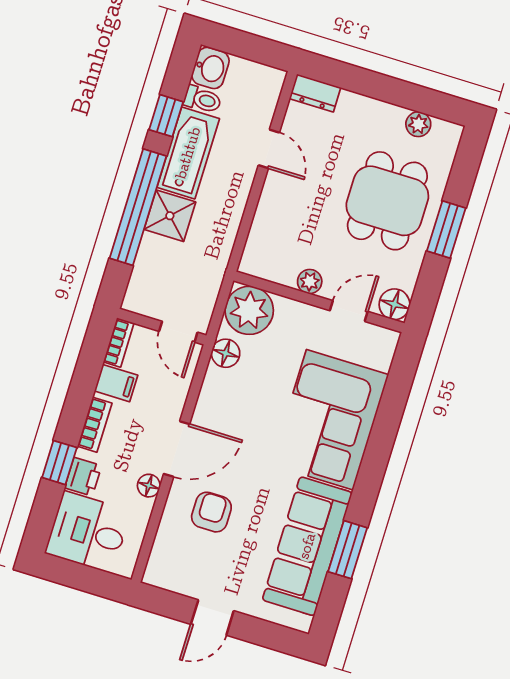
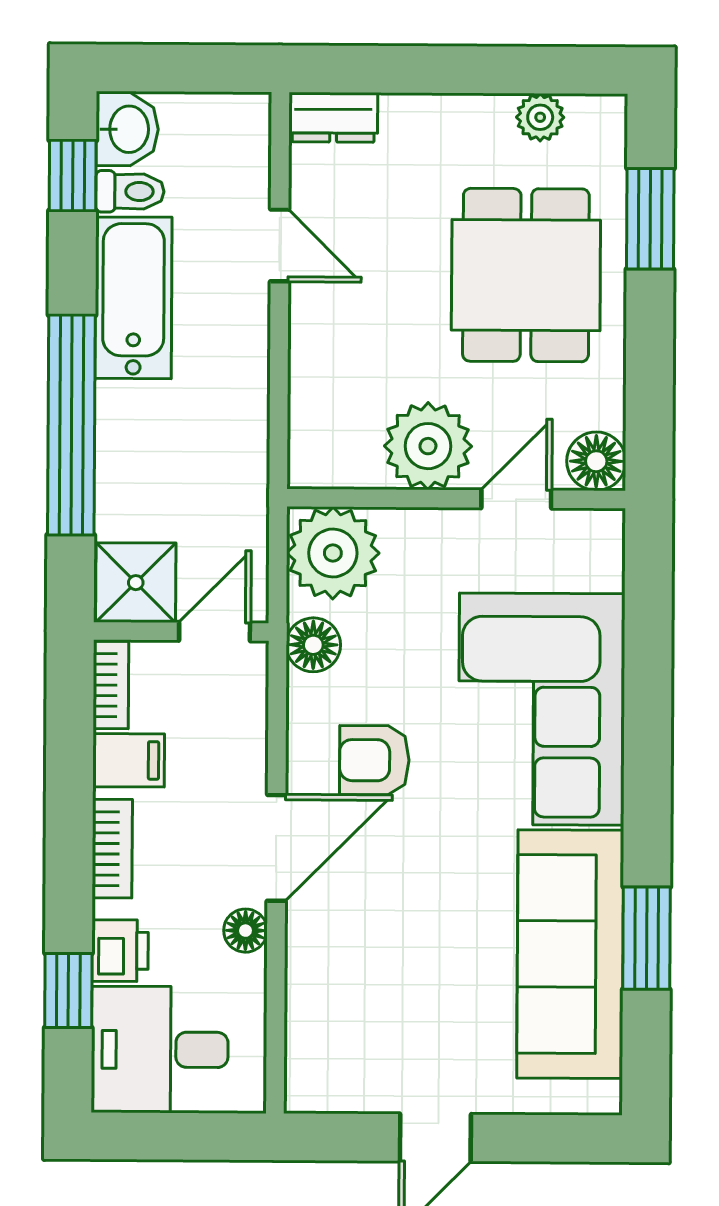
window: (166, 116) -> (73, 175), moved
shower: (170, 216) -> (136, 583), moved
window: (446, 229) -> (650, 219), moved
plant: (310, 282) -> (428, 446), width x1.88, depth x1.88
door: (178, 332) -> (215, 632), swing flipped
window: (59, 463) -> (68, 990), moved
armchair: (211, 512) -> (374, 760), moved, turned -90

